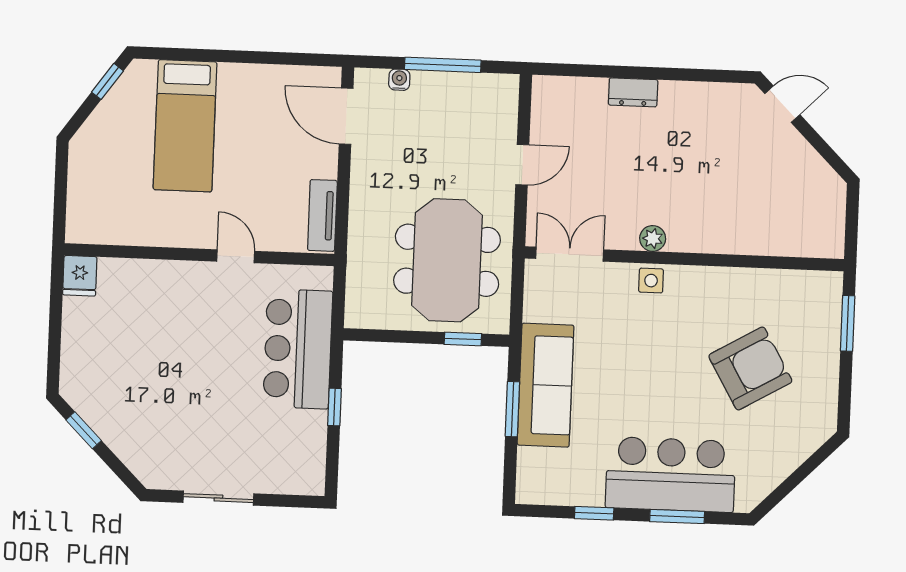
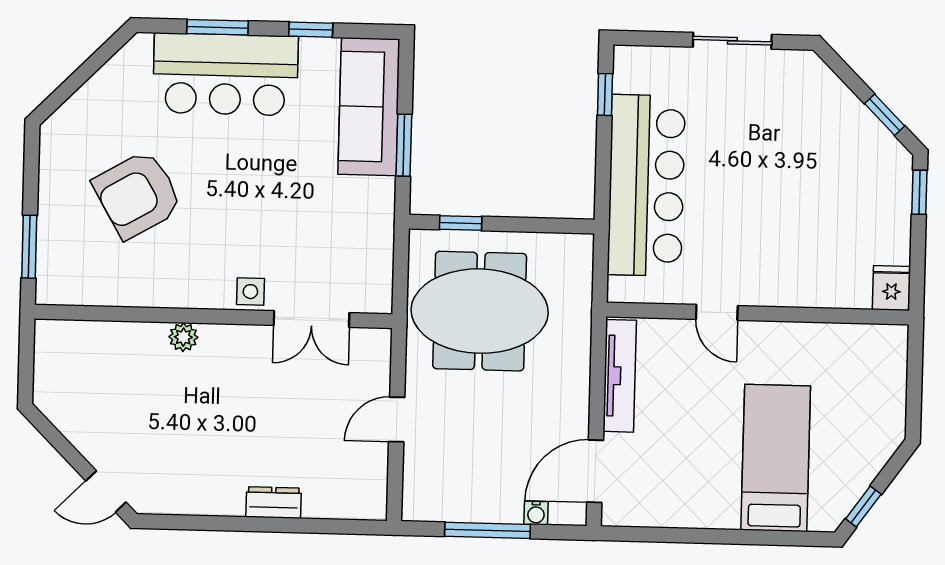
door: (346, 116) -> (595, 471), swing flipped
tv unit: (322, 215) -> (620, 376), width x1.41
plant: (653, 238) -> (183, 337), moved
double door: (570, 254) -> (311, 319), moved
meeting table: (447, 260) -> (480, 311), turned 90
bar counter: (298, 349) -> (646, 185), width x1.36
window: (54, 361) -> (919, 192), added
sofa: (546, 385) -> (369, 107), moved
window: (334, 407) -> (605, 94), moved

